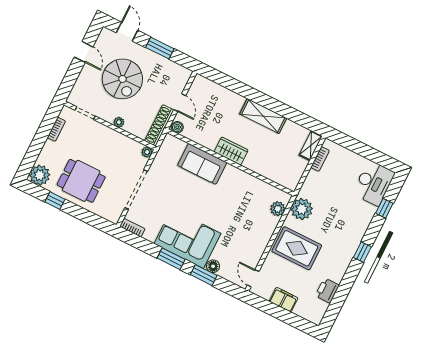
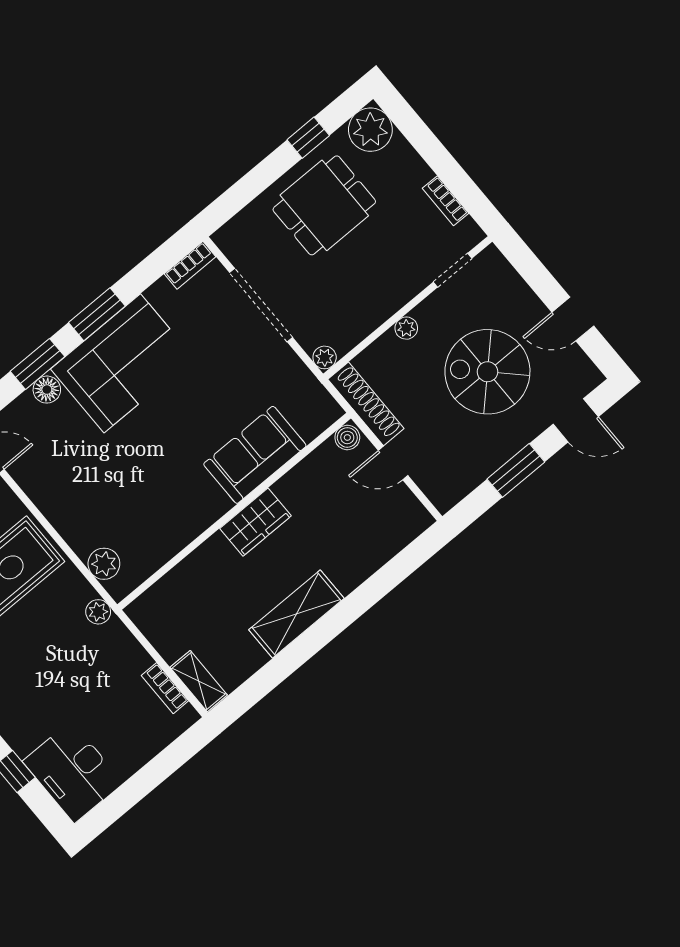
plant: (302, 209) -> (98, 612), width x0.53, depth x0.53

